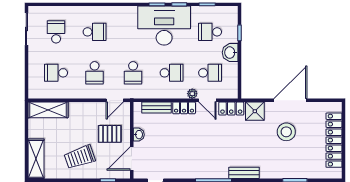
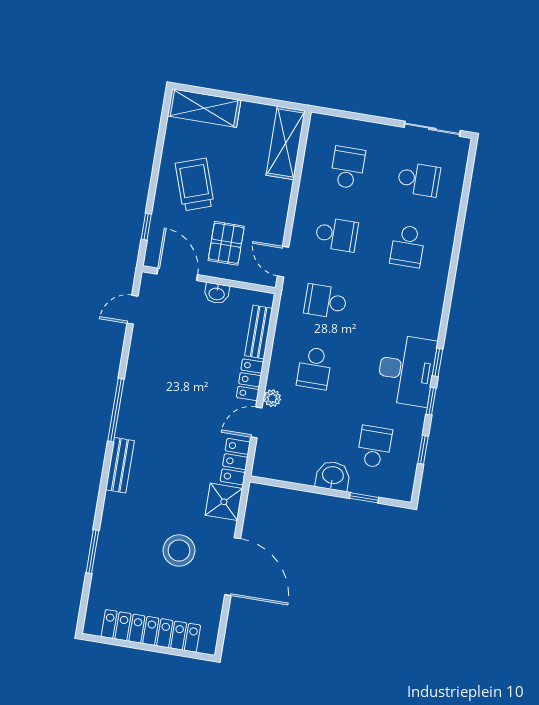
desk: (164, 26) -> (406, 370), width x0.73, depth x0.77
school desk: (95, 73) -> (337, 234), turned 180
school desk: (210, 73) -> (303, 435), removed

